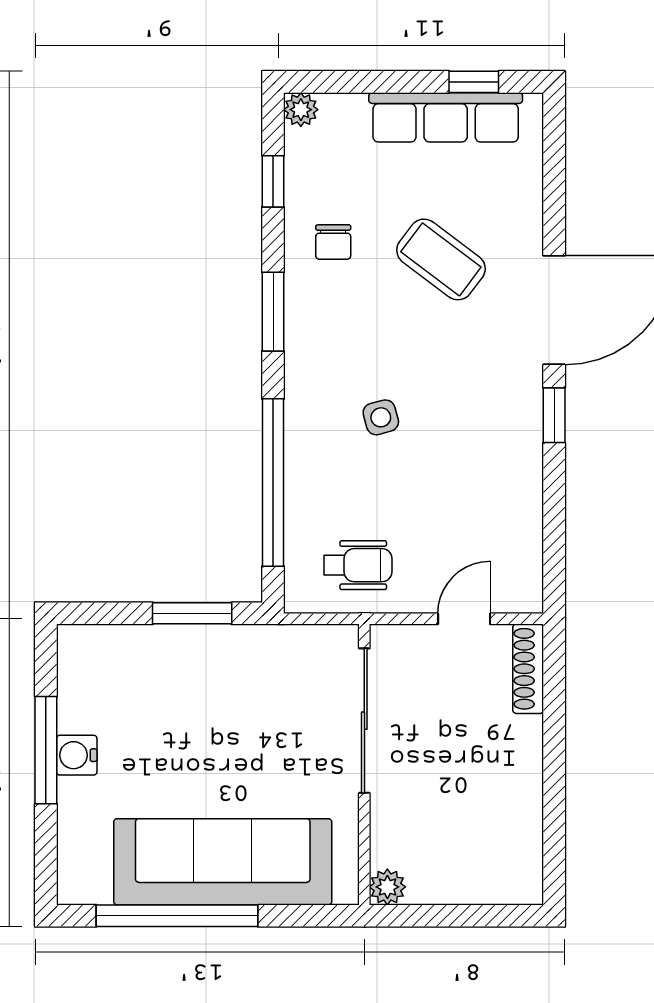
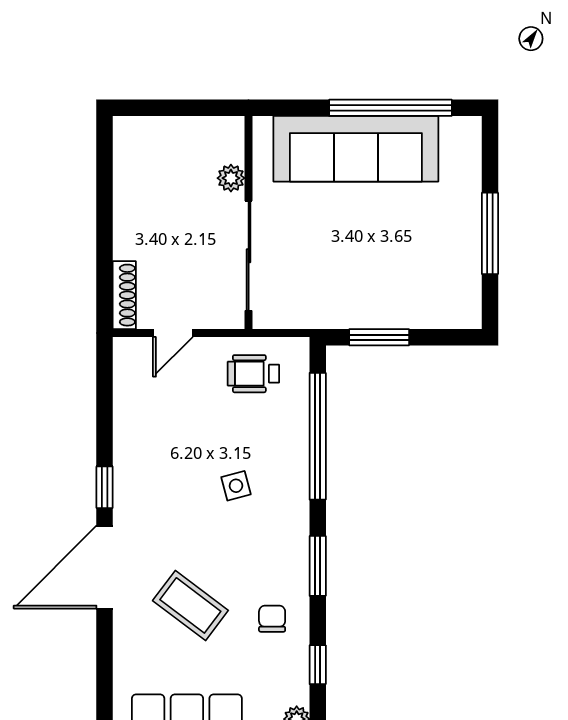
water cooler: (77, 755) -> (467, 230), removed
plant: (387, 887) -> (231, 178), moved

